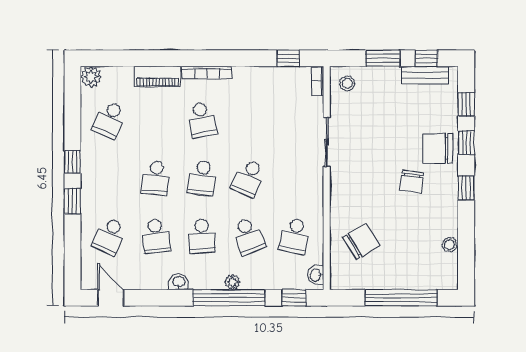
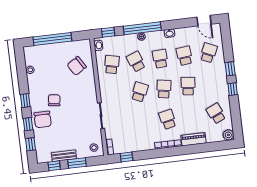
bench: (425, 75) -> (64, 156), moved
school desk: (109, 120) -> (216, 114), turned -48
chair: (438, 148) -> (43, 119), turned 90

